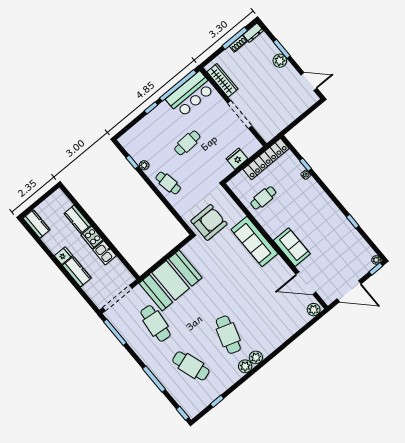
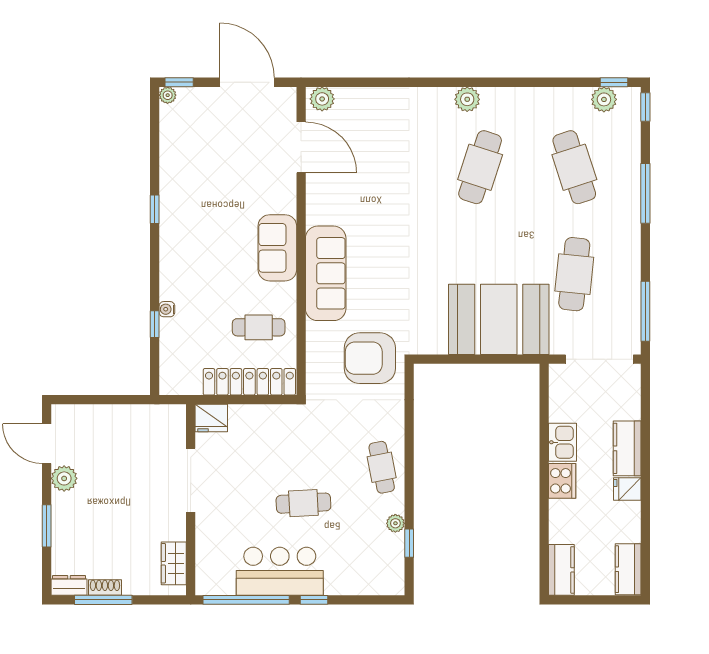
plant: (280, 61) -> (64, 478), moved
wardrobe: (222, 80) -> (174, 563), width x0.67
bar counter: (190, 94) -> (280, 571), moved
fridge: (237, 159) -> (211, 418), moved
locker: (266, 159) -> (249, 382), moved
kitchen counter: (77, 219) -> (561, 570), moved
window: (353, 221) -> (155, 209), moved
sofa: (292, 247) -> (277, 248), moved
plant: (245, 366) -> (604, 99), moved
window: (217, 401) -> (614, 82), moved

